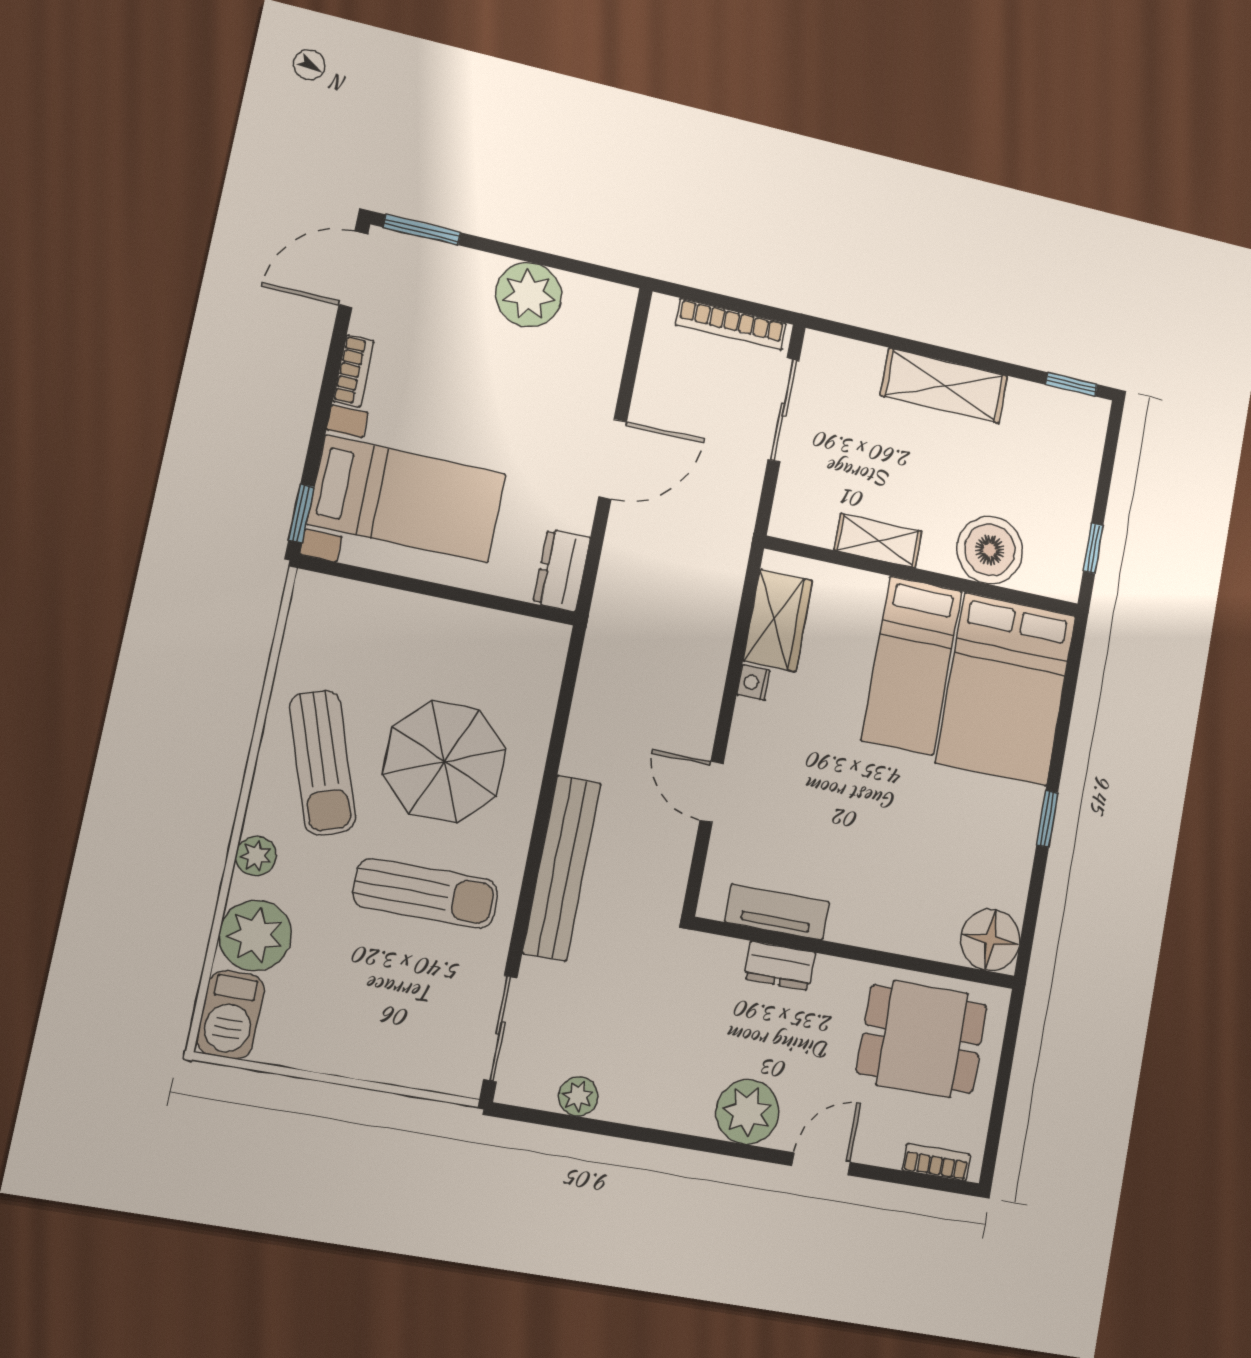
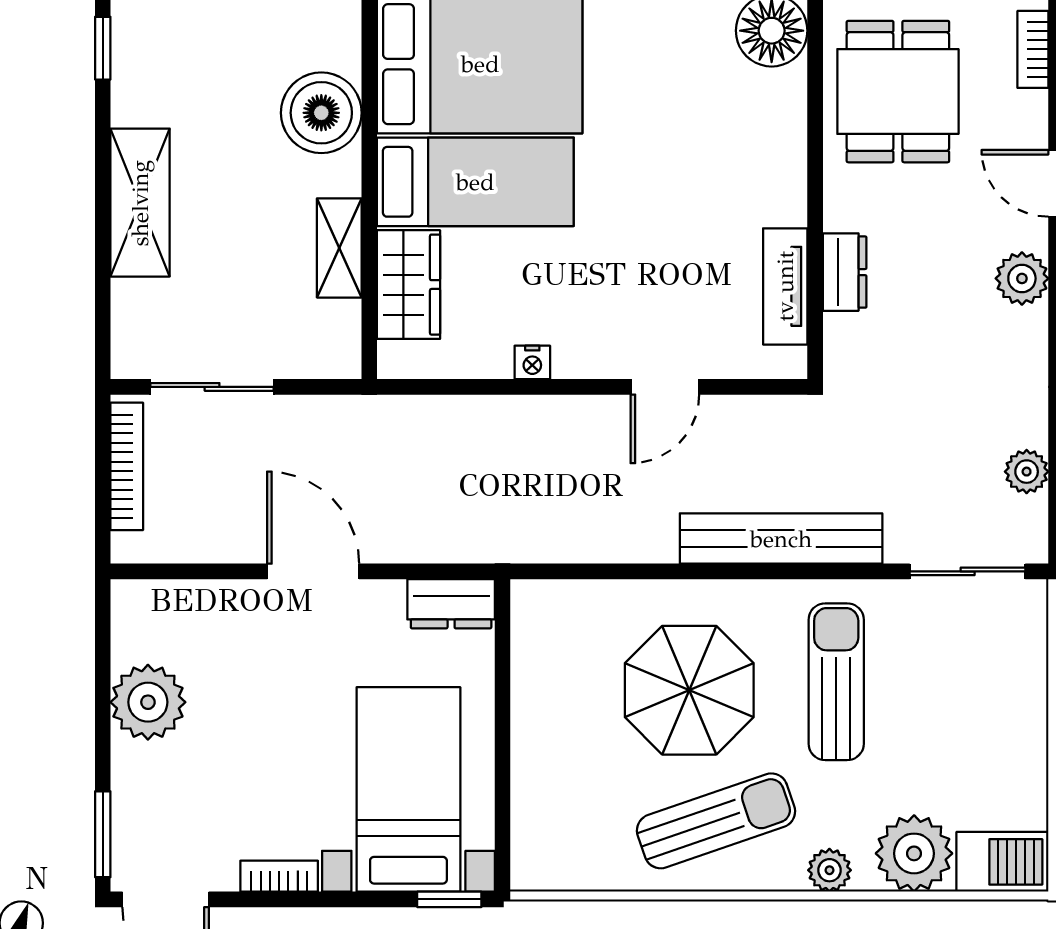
wardrobe: (778, 621) -> (409, 285), moved, turned 90
plant: (747, 1112) -> (1022, 278), width x0.73, depth x0.73

